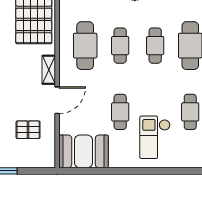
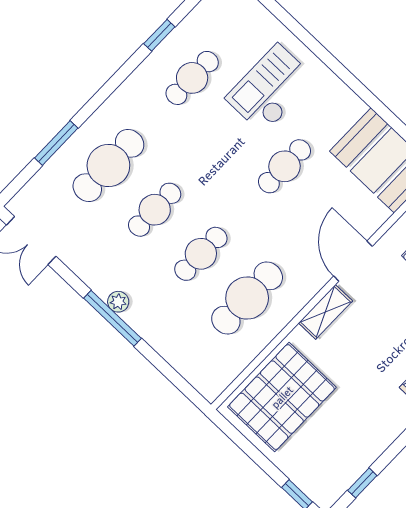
door: (57, 100) -> (353, 261), hinge flipped
checkout: (155, 137) -> (271, 89), turned 180

